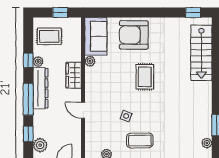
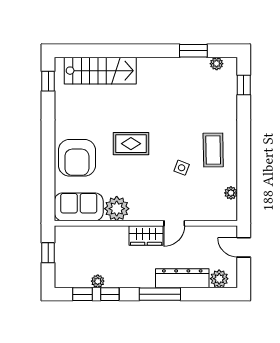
rug: (49, 36) -> (79, 267), removed
plant: (90, 61) -> (117, 209), width x1.88, depth x1.88
plant: (38, 62) -> (98, 281), moved
wardrobe: (74, 75) -> (146, 235), moved
dresser: (41, 88) -> (182, 278), moved
window: (28, 134) -> (82, 294), moved

